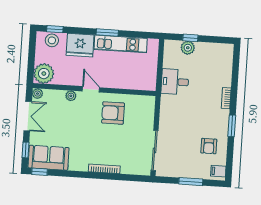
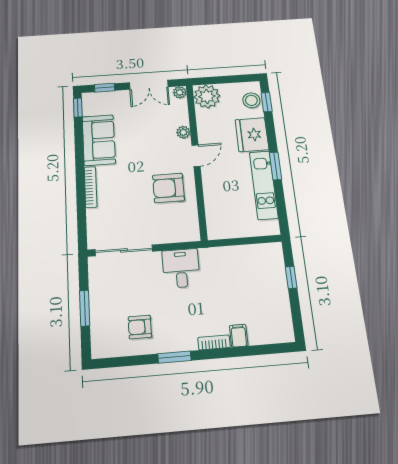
plant: (188, 48) -> (276, 276), removed
desk: (175, 82) -> (181, 268), moved
armchair: (113, 113) -> (168, 188), turned -90
sofa: (48, 158) -> (99, 140), moved
filing cabinet: (218, 171) -> (239, 336), moved

